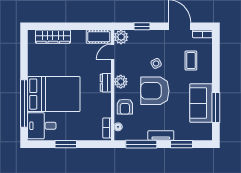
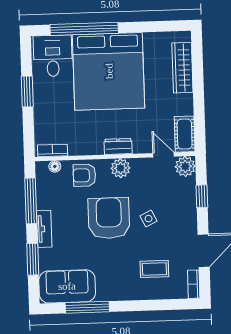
bed: (54, 94) -> (109, 71), width x1.36
sofa: (201, 103) -> (67, 286), moved

